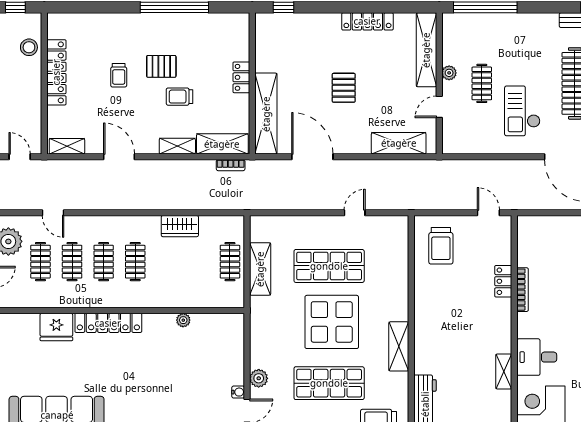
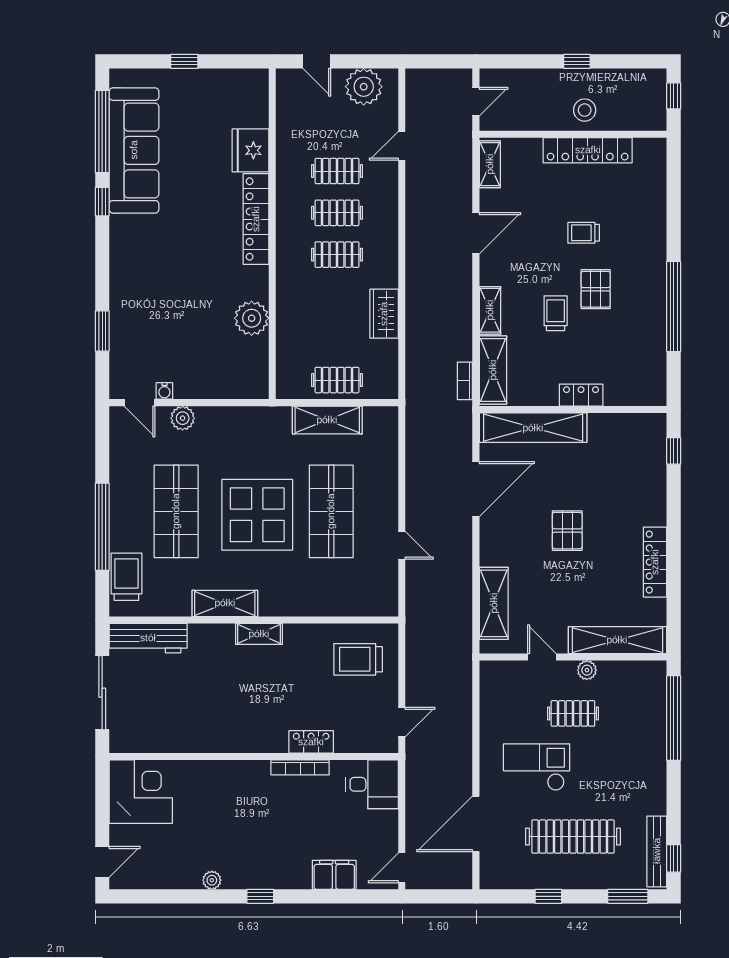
stool: (29, 47) -> (585, 110), moved
pallet: (344, 88) -> (567, 531), turned 90
clothes rail: (40, 262) -> (337, 129), removed
plant: (183, 320) -> (252, 318), width x1.88, depth x1.88
desk: (537, 357) -> (372, 784), moved, turned 90
shelving: (504, 371) -> (259, 634), moved

